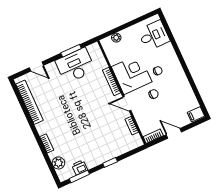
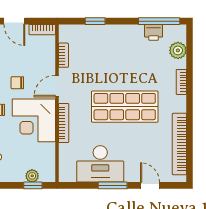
window: (113, 32) -> (33, 185), added
window: (71, 51) -> (113, 185), moved
door: (127, 104) -> (57, 86), swing flipped
shop shelf: (76, 110) -> (125, 107), added
window: (110, 162) -> (95, 21), moved
window: (79, 176) -> (159, 21), width x1.44

